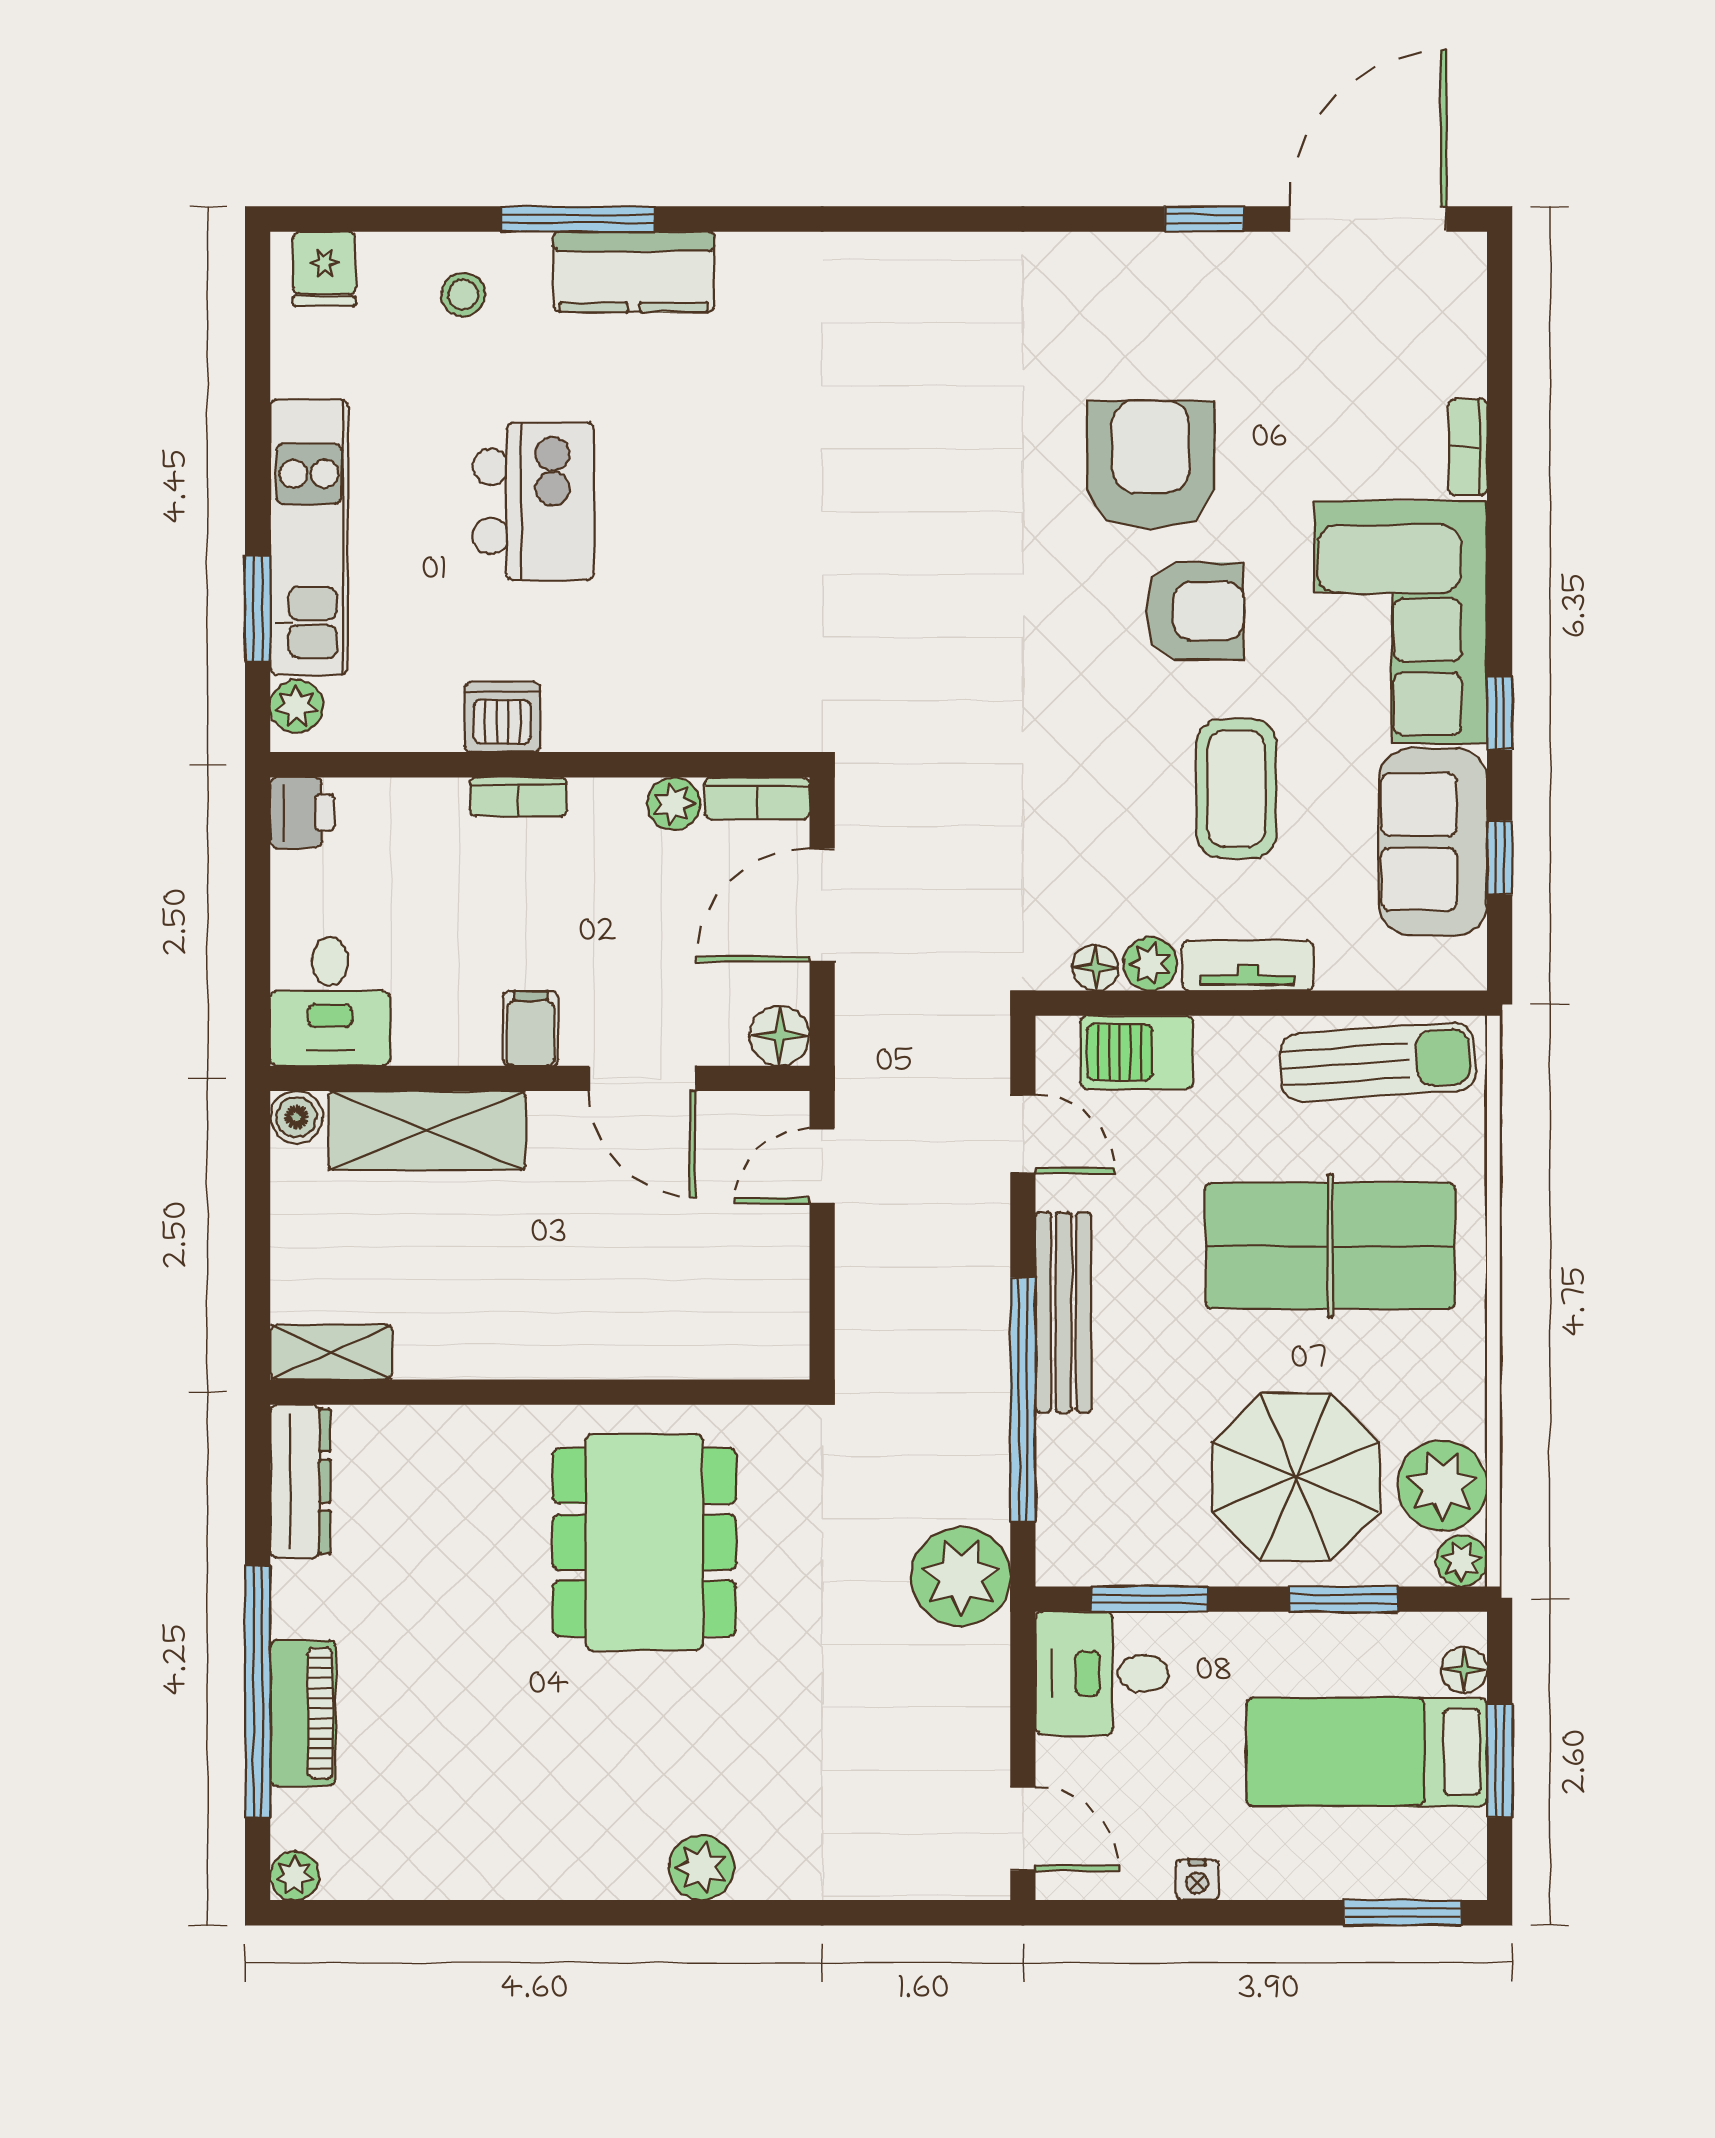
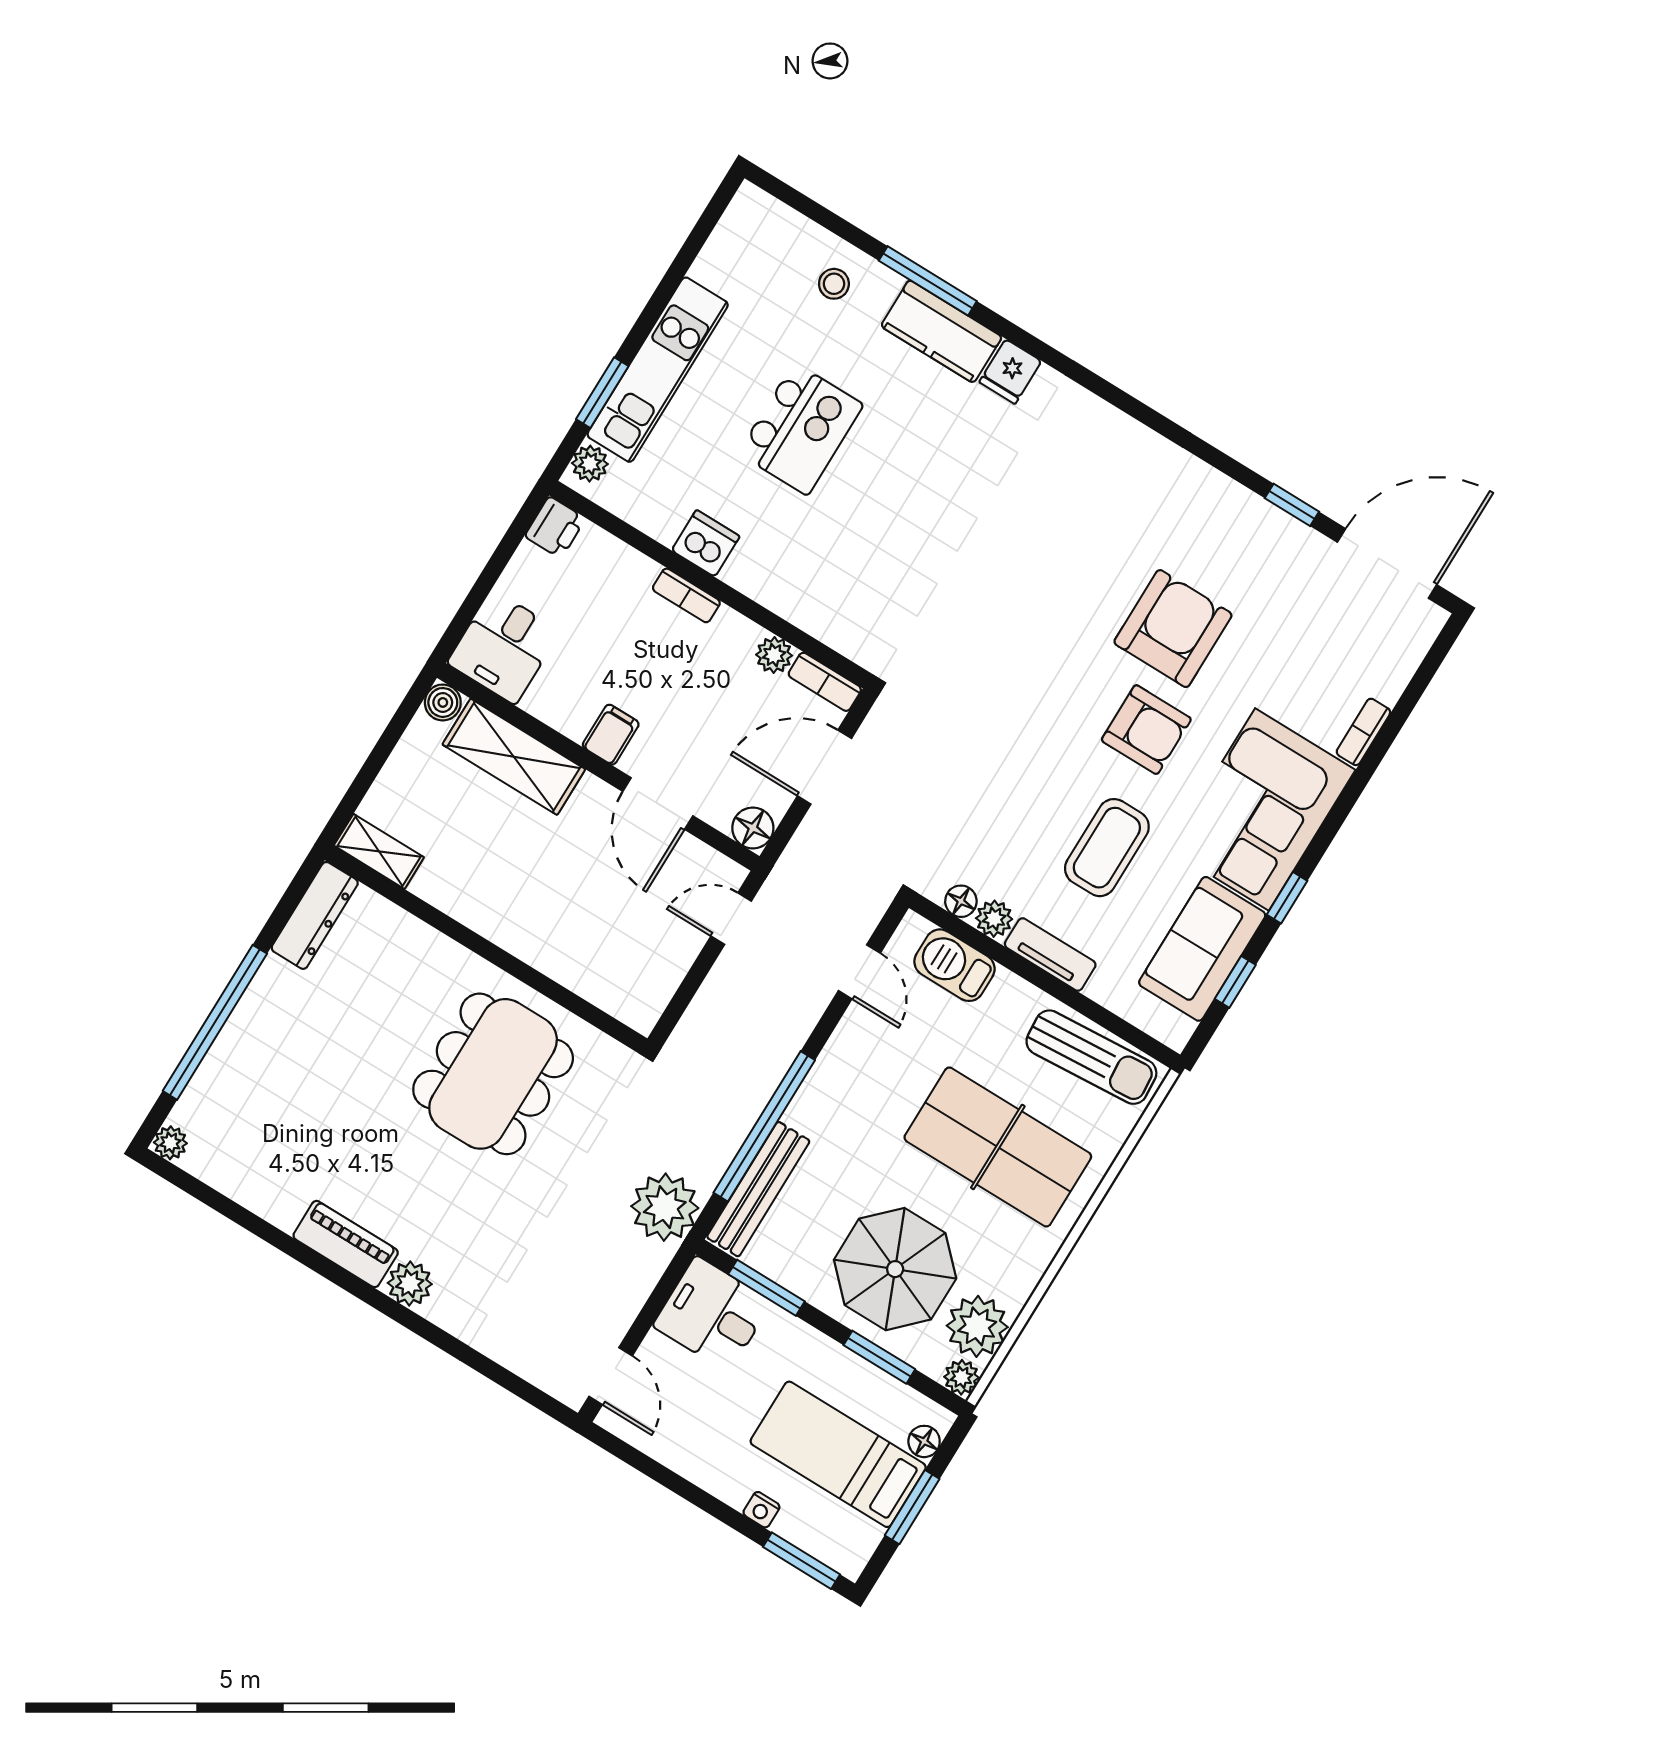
fridge: (324, 269) -> (1010, 372), moved
bench: (1064, 1312) -> (758, 1189), moved
piano: (303, 1713) -> (346, 1244), moved, turned -90
nightstand: (1197, 1880) -> (761, 1510), moved

